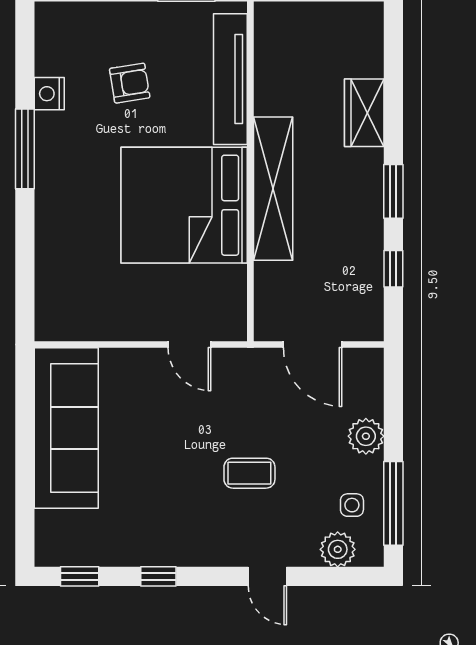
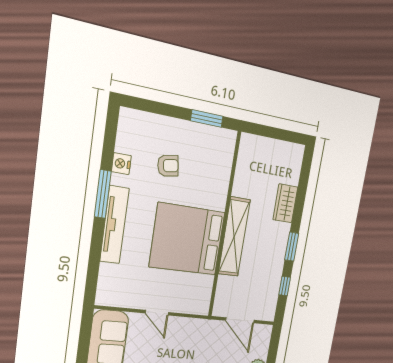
tv unit: (230, 79) -> (114, 225), moved, turned 180
door: (189, 344) -> (157, 313), moved

